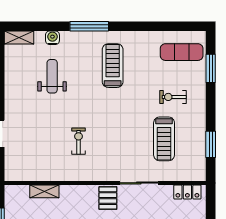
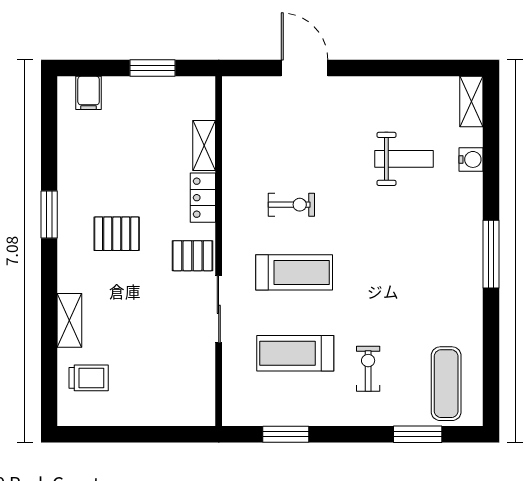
window: (89, 26) -> (491, 254), moved
treadmill: (113, 66) -> (294, 272), moved
locker: (187, 192) -> (203, 198), moved

